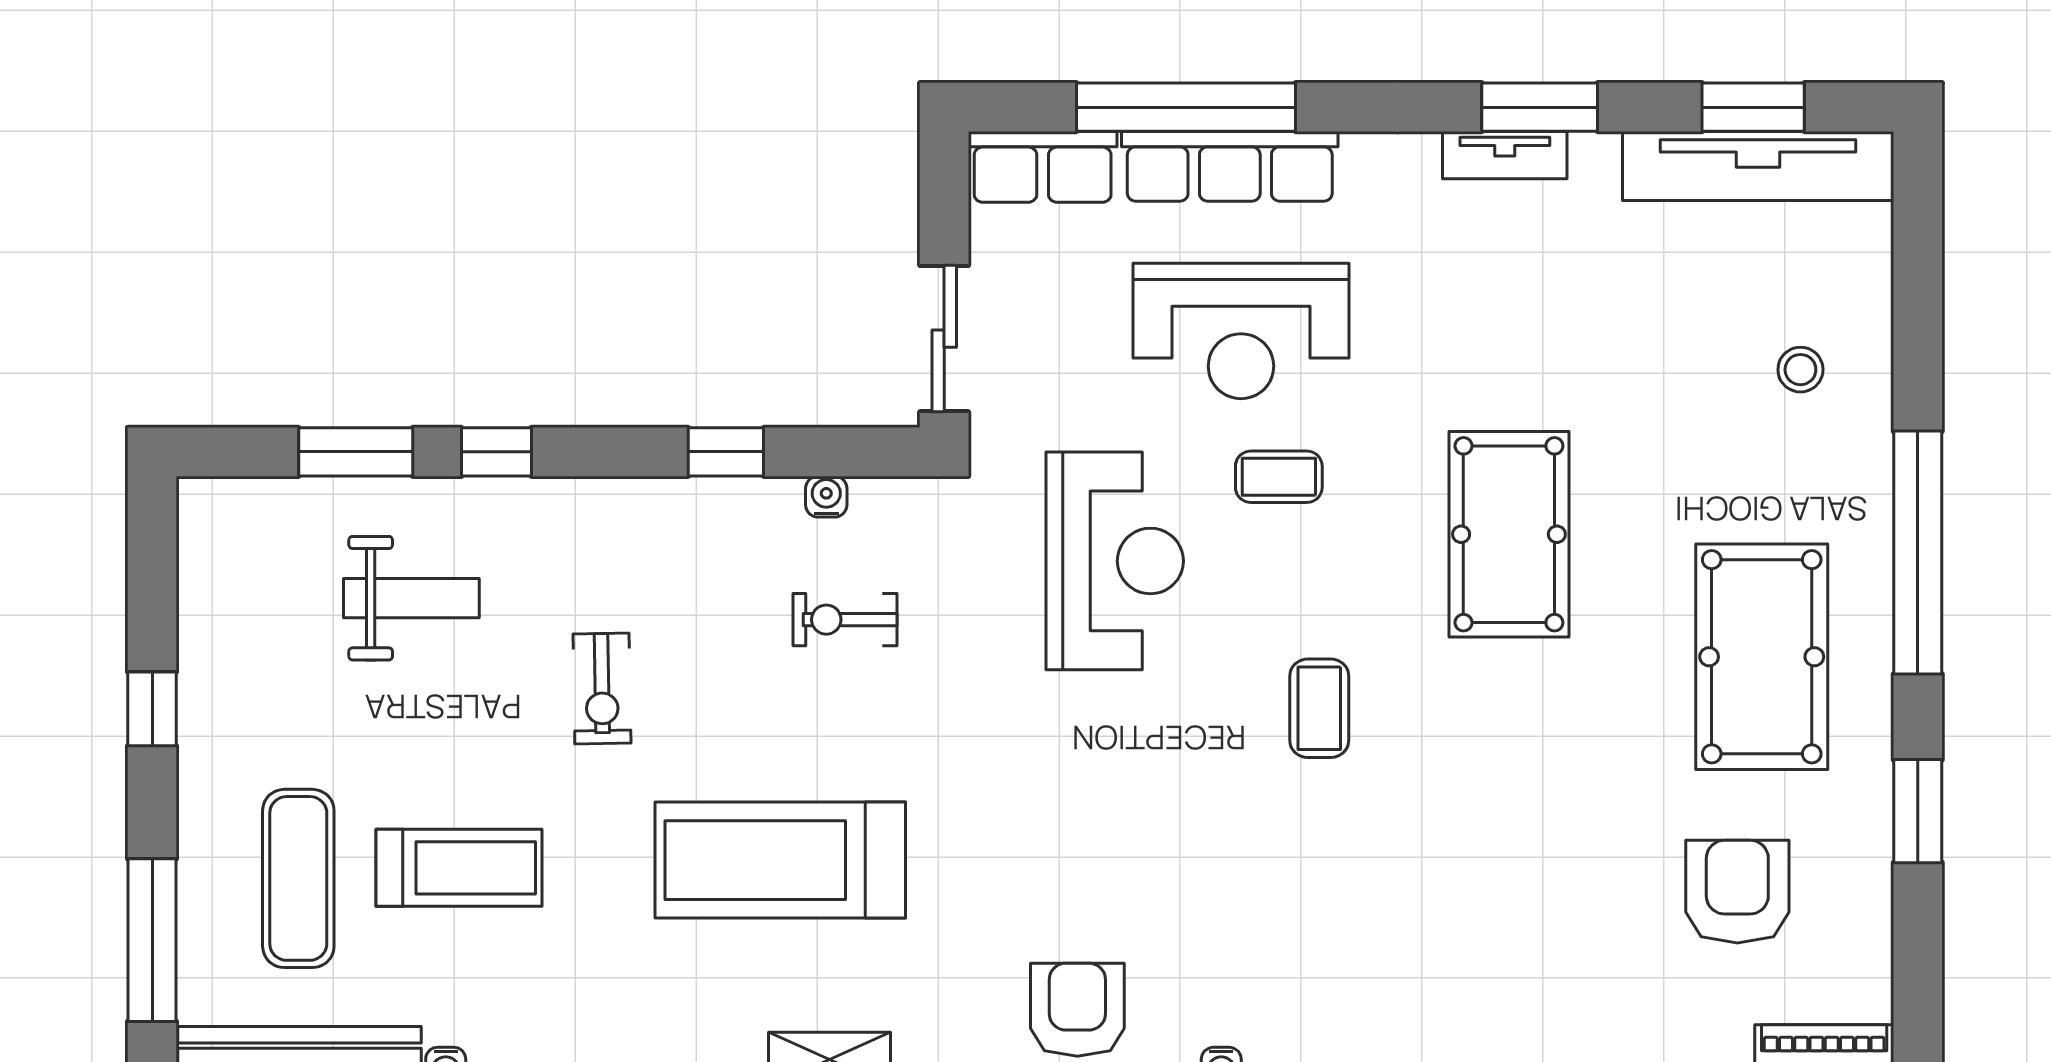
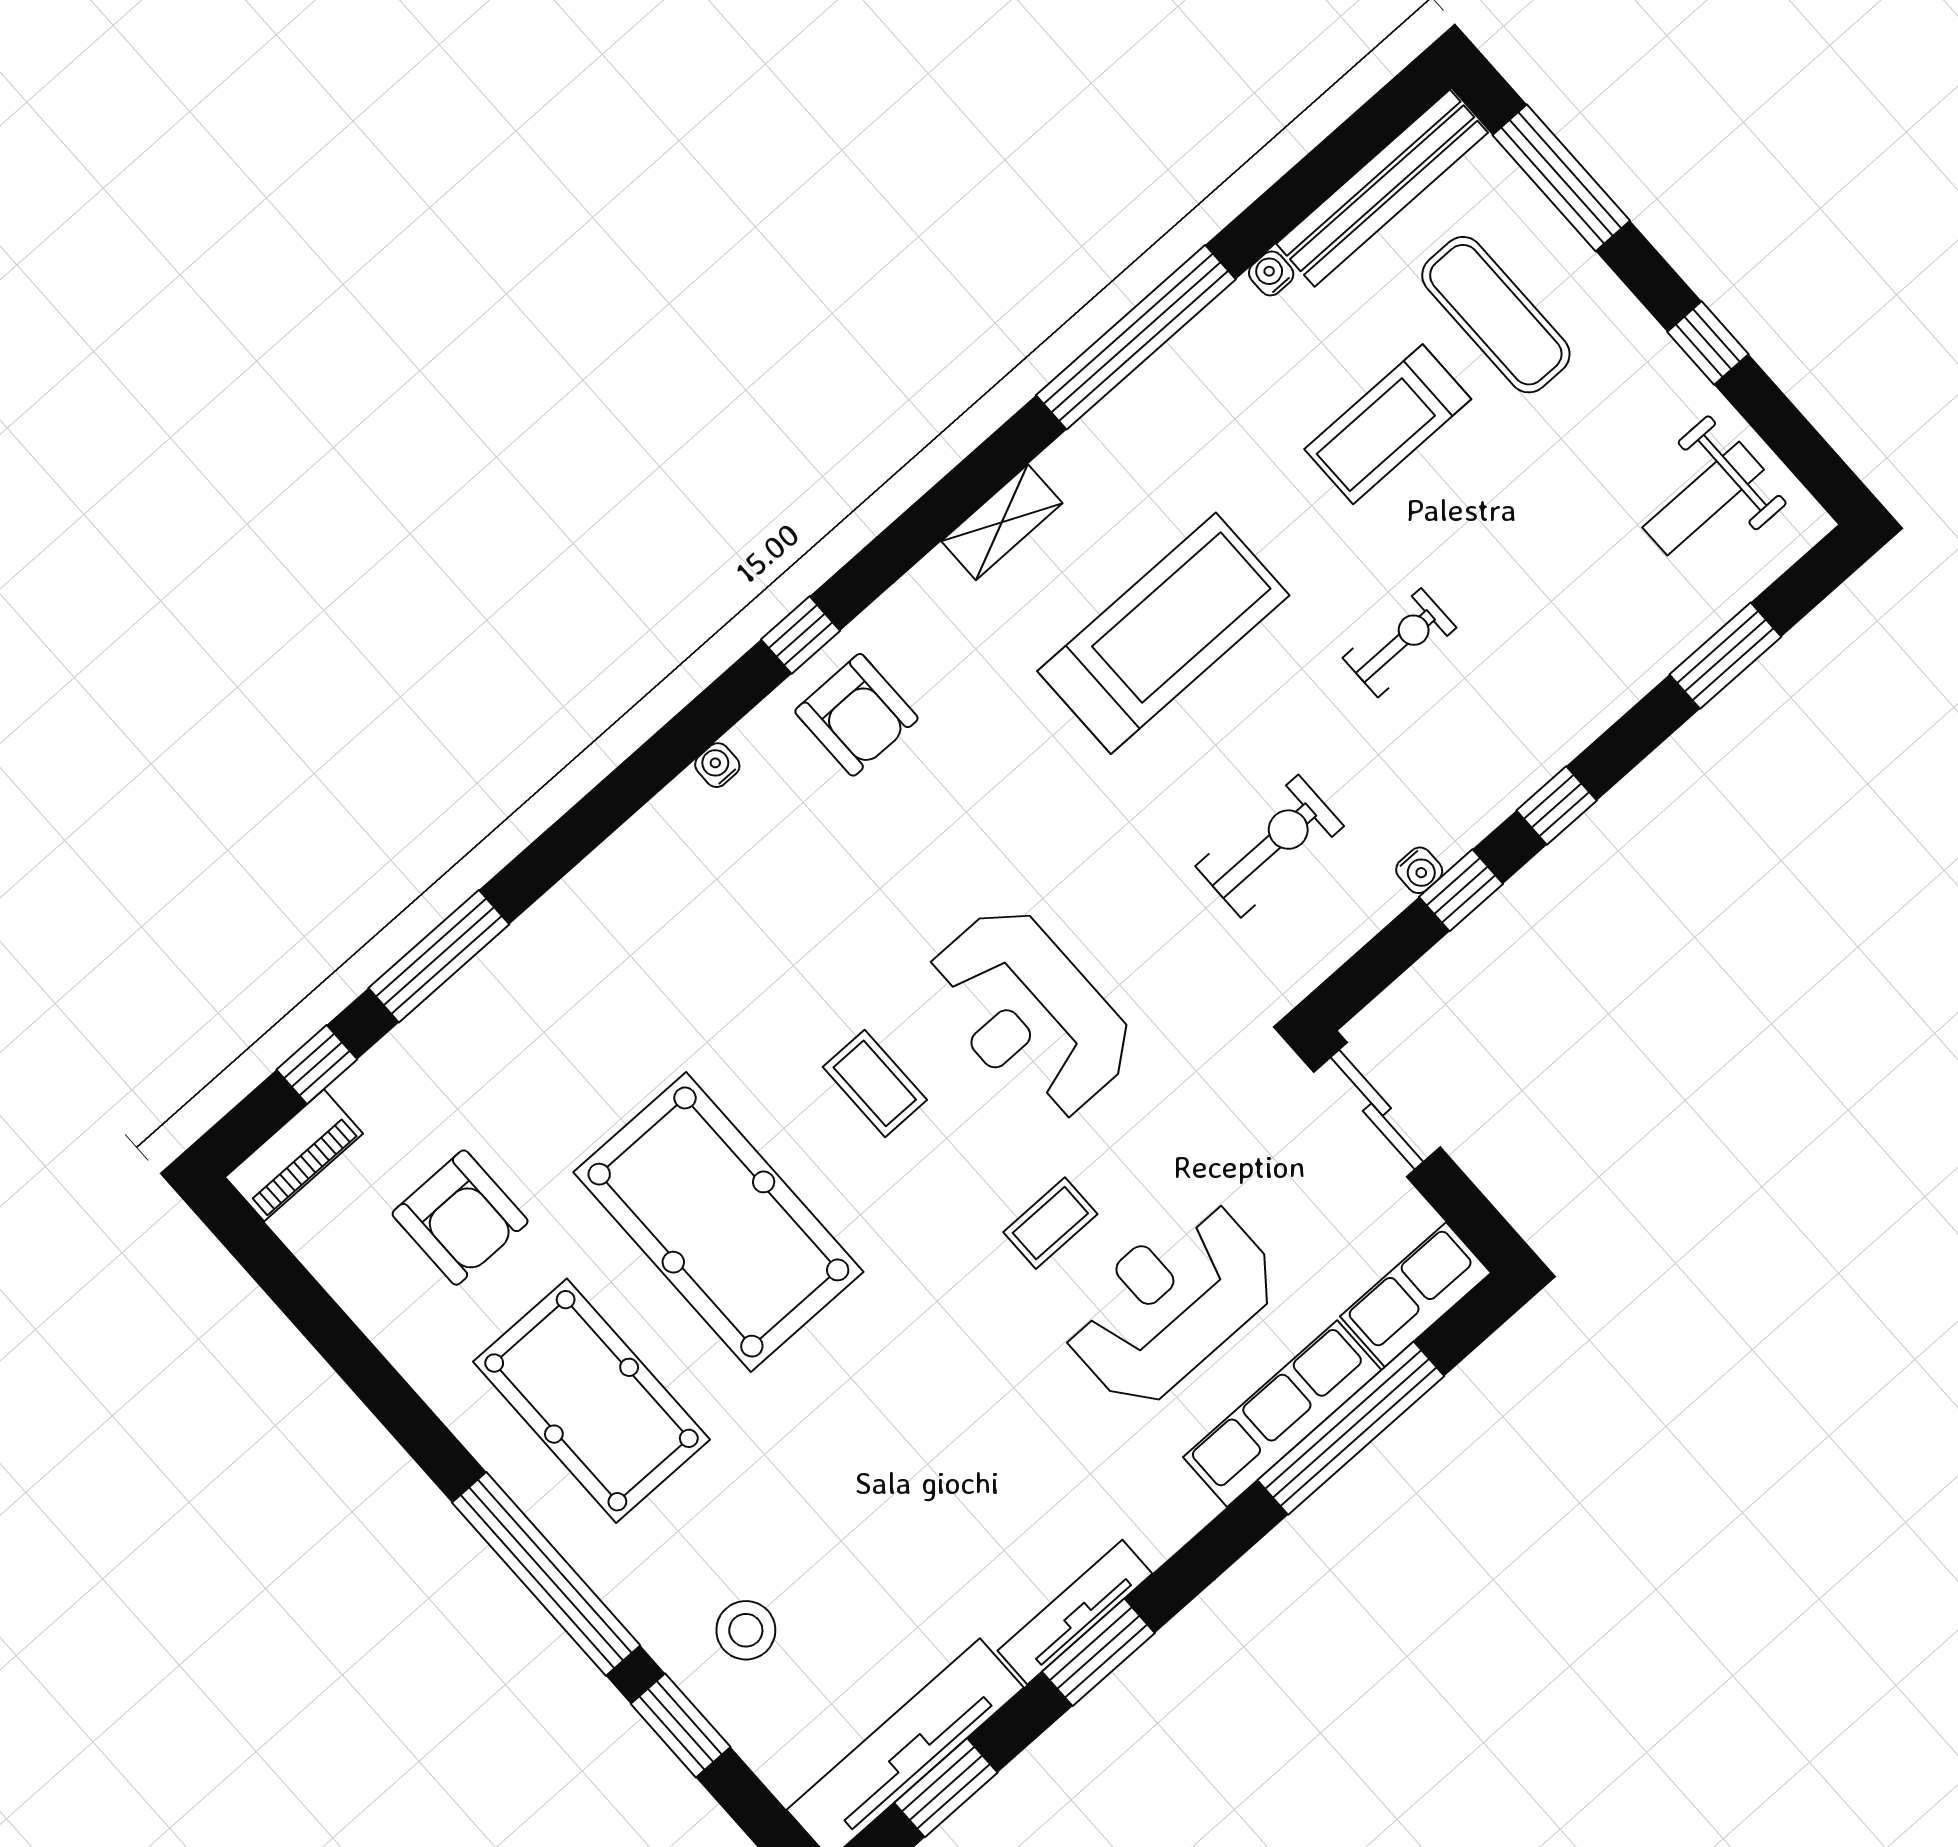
tv unit: (1505, 155) -> (1075, 1612), width x1.41
stool: (1800, 370) -> (746, 1630), width x1.37, depth x1.37
window: (496, 452) -> (1557, 805), moved
water cooler: (826, 497) -> (1419, 870), moved
pool table: (1509, 534) -> (718, 1222), moved, width x1.36, depth x1.32
reception desk: (1115, 561) -> (1029, 1014), moved
weight bench: (411, 598) -> (1703, 499), moved
exercise bike: (845, 620) -> (1270, 846), width x1.38, depth x1.39
exercise bike: (602, 689) -> (1399, 643), turned 91
window: (1918, 811) -> (681, 1725), moved

